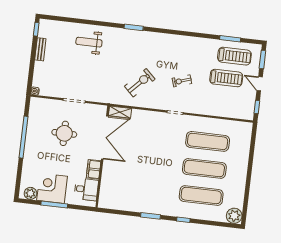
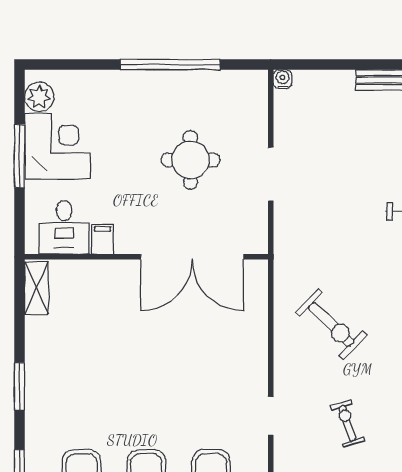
shelving: (120, 112) -> (36, 288), moved
filing cabinet: (94, 169) -> (102, 239), width x0.50

